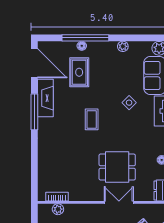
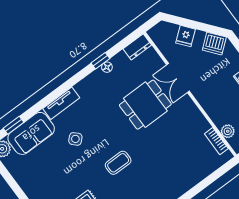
plant: (123, 46) -> (26, 185), removed
dining table: (117, 167) -> (145, 105), turned 90

